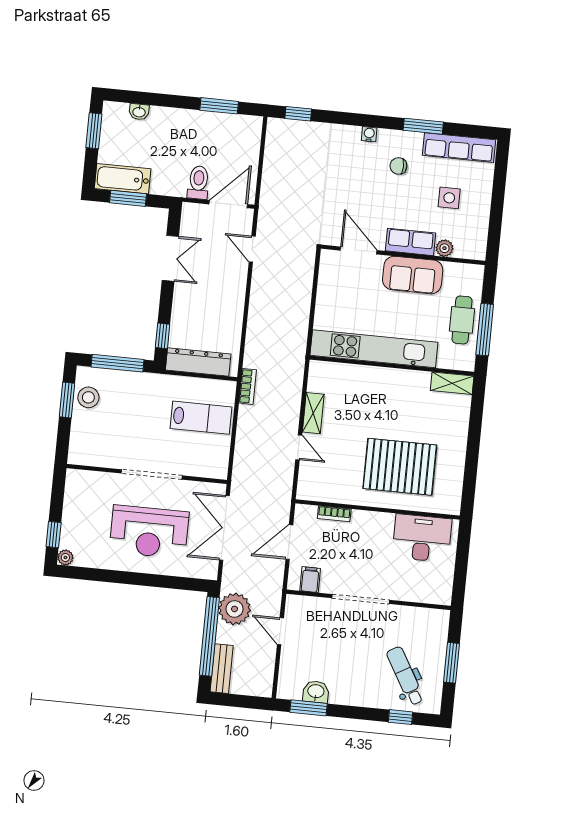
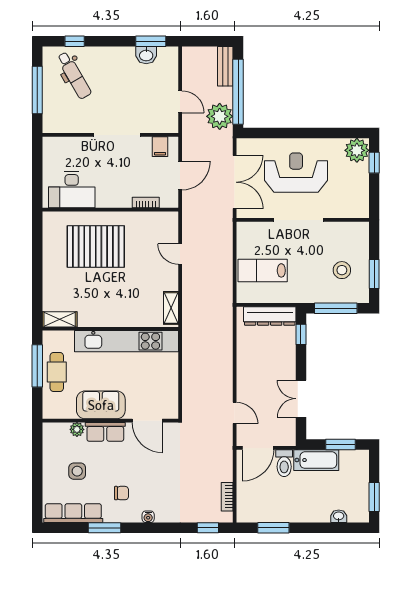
bathtub: (123, 179) -> (316, 460), moved
bookcase: (248, 386) -> (227, 497), moved
stool: (88, 397) -> (342, 270), moved
shelving: (313, 413) -> (171, 308), moved
plant: (65, 558) -> (357, 150), width x1.88, depth x1.88
window: (451, 663) -> (37, 90), width x1.44

